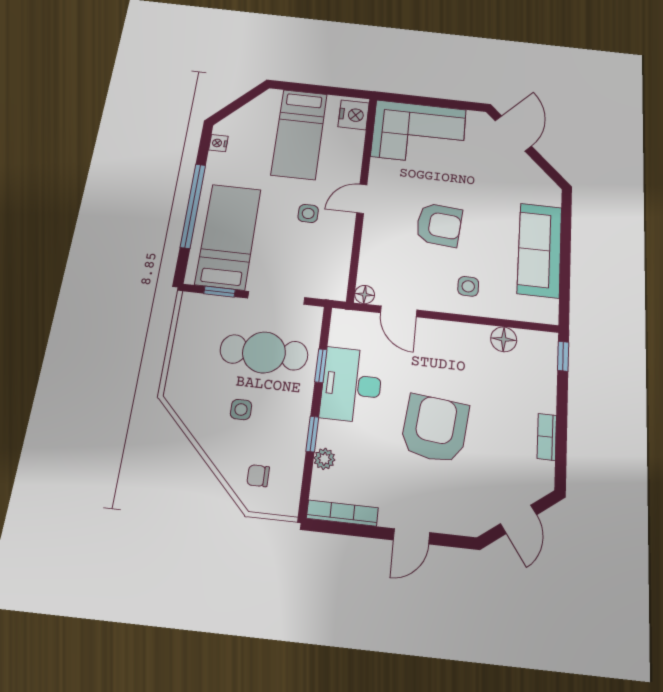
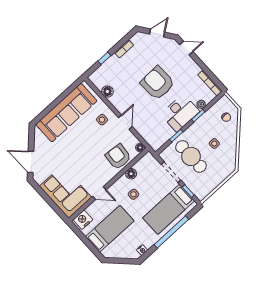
door: (513, 133) -> (31, 162), hinge flipped
door: (362, 199) -> (99, 193), moved
armchair: (439, 225) -> (118, 157), moved
floor lamp: (341, 241) -> (131, 174), added
sofa: (540, 250) -> (66, 113), width x1.36, depth x1.27
door: (399, 311) -> (125, 122), moved
window: (563, 356) -> (104, 58), moved
desk: (352, 385) -> (180, 113), moved
armchair: (435, 429) -> (158, 83), turned 82
door: (411, 536) -> (186, 48), moved

